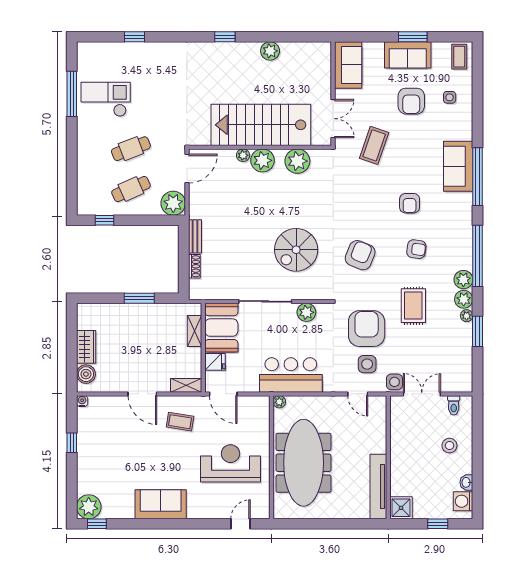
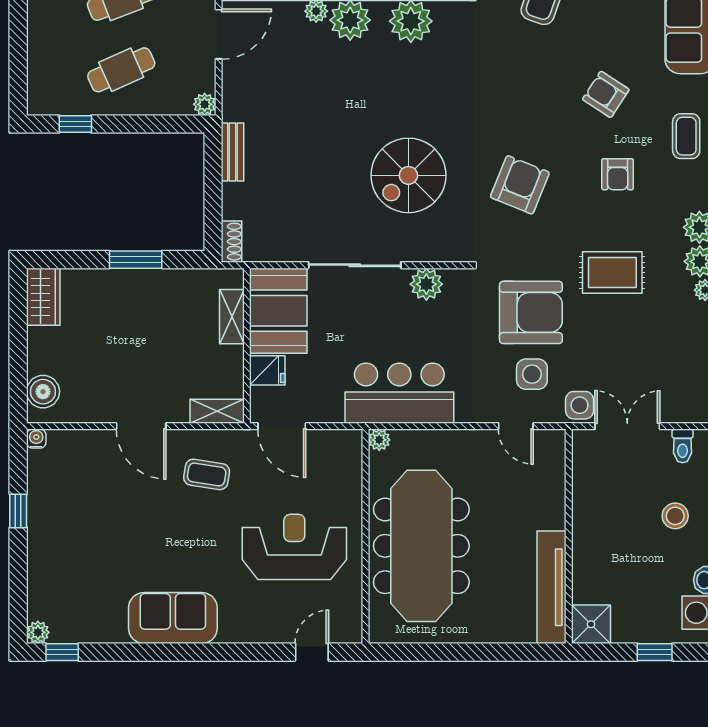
plant: (173, 203) -> (205, 104), width x0.53, depth x0.53
armchair: (410, 203) -> (606, 94), turned 123
coffee table: (456, 227) -> (686, 136), added
armchair: (416, 249) -> (618, 174), turned 82
shoe rack: (194, 266) -> (232, 242), moved
rug: (413, 306) -> (612, 273), turned 90
armchair: (367, 329) -> (531, 312), turned 90
wardrobe: (86, 347) -> (43, 297), moved
plant: (89, 507) -> (38, 632), width x0.53, depth x0.53

